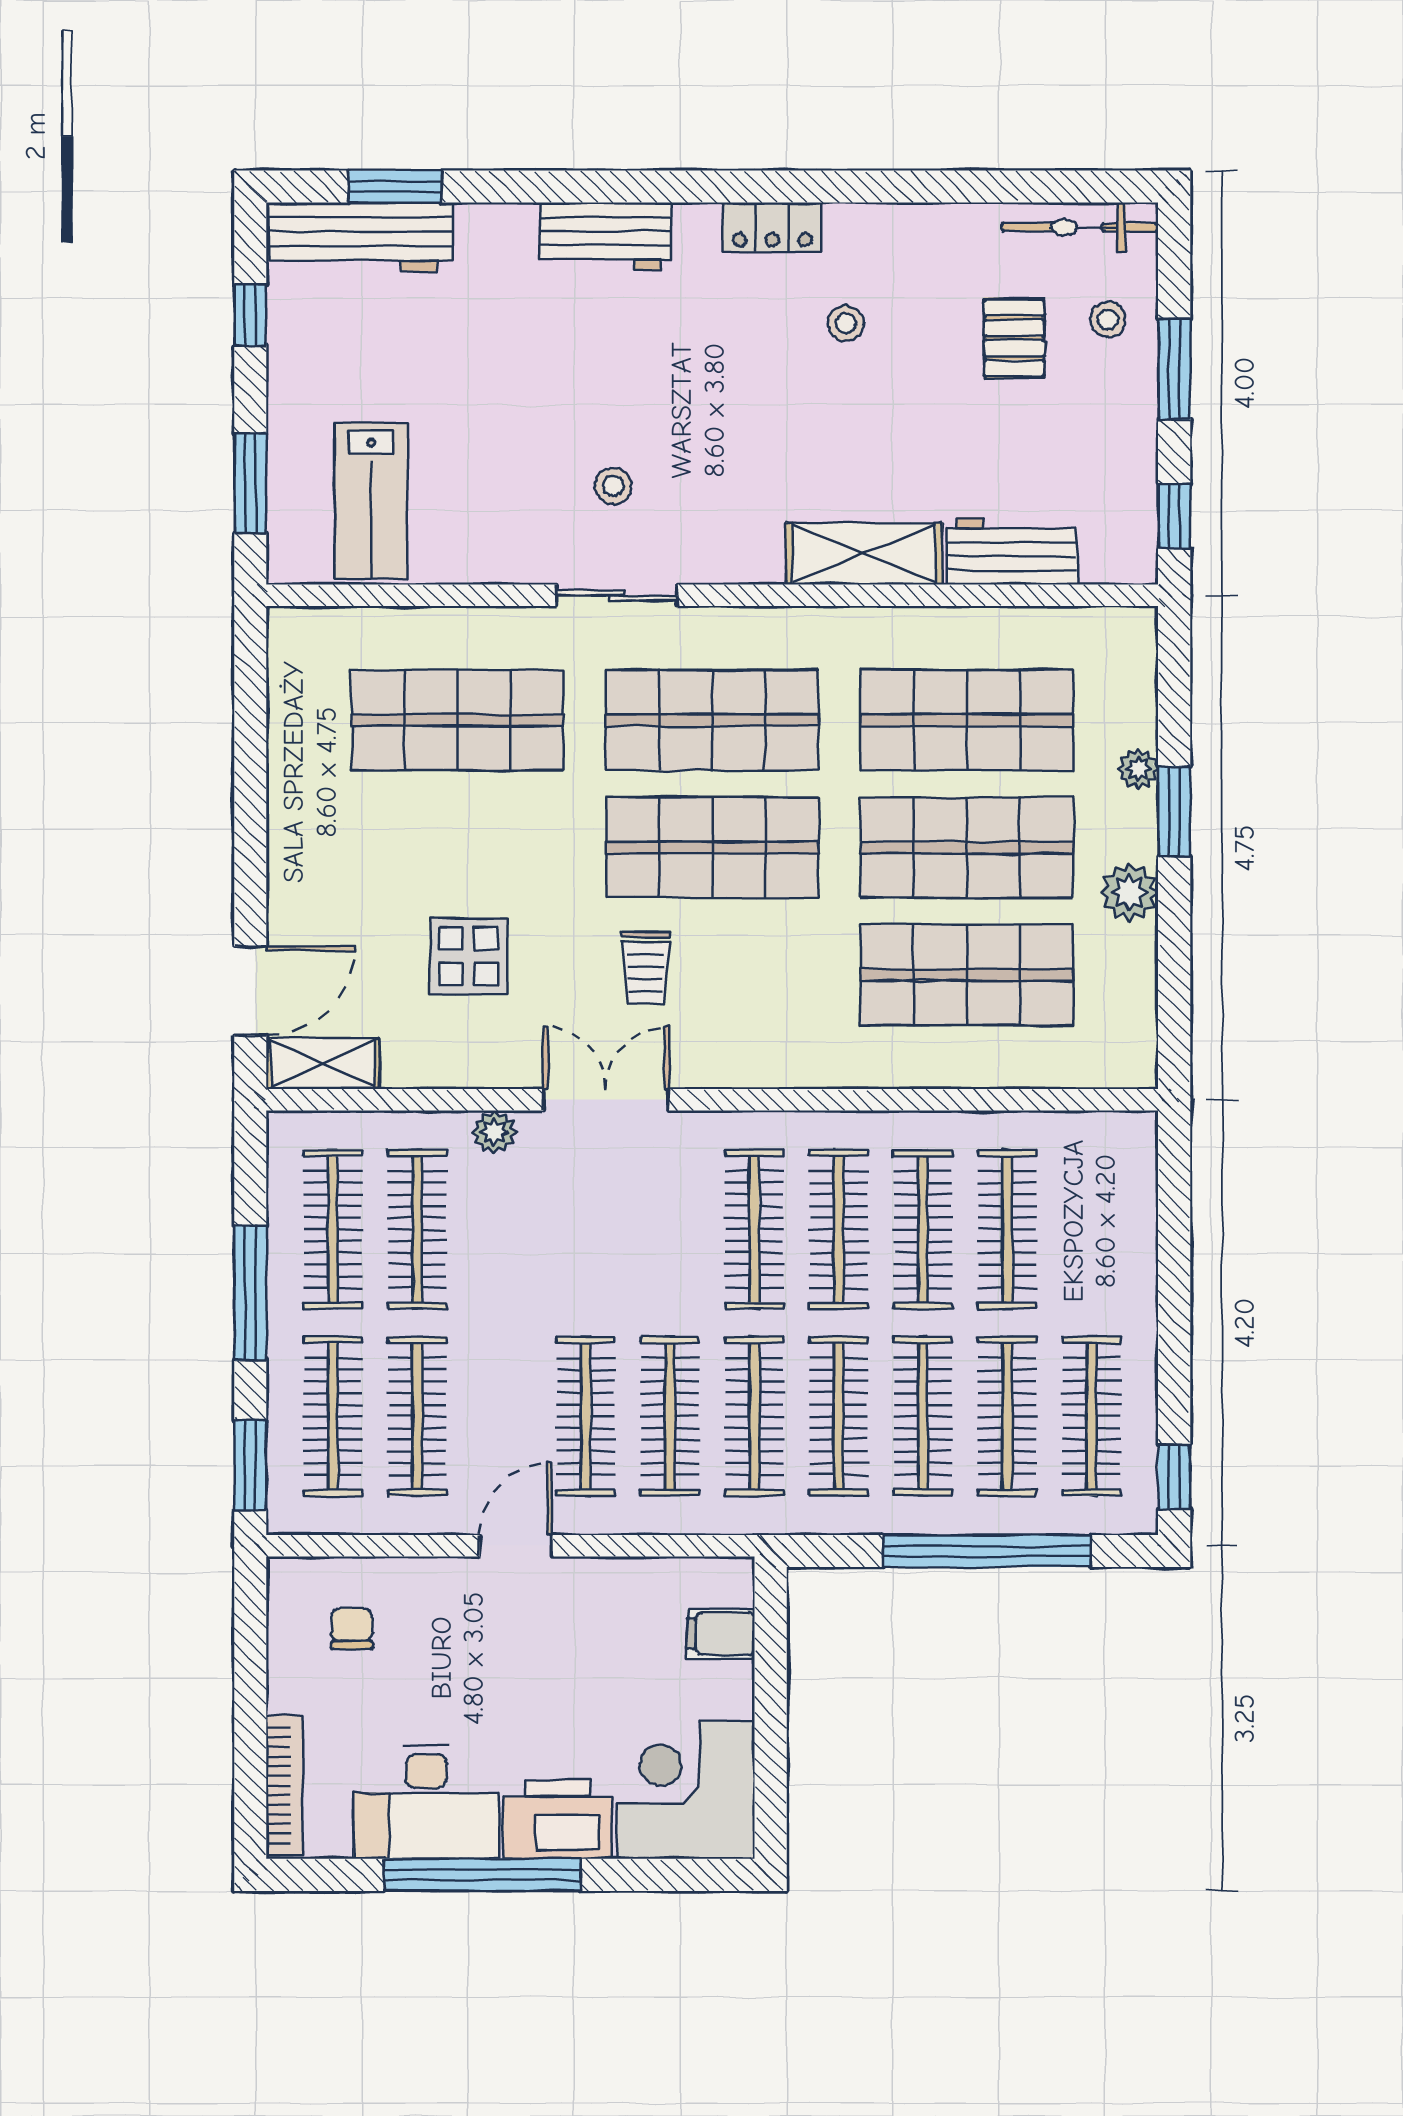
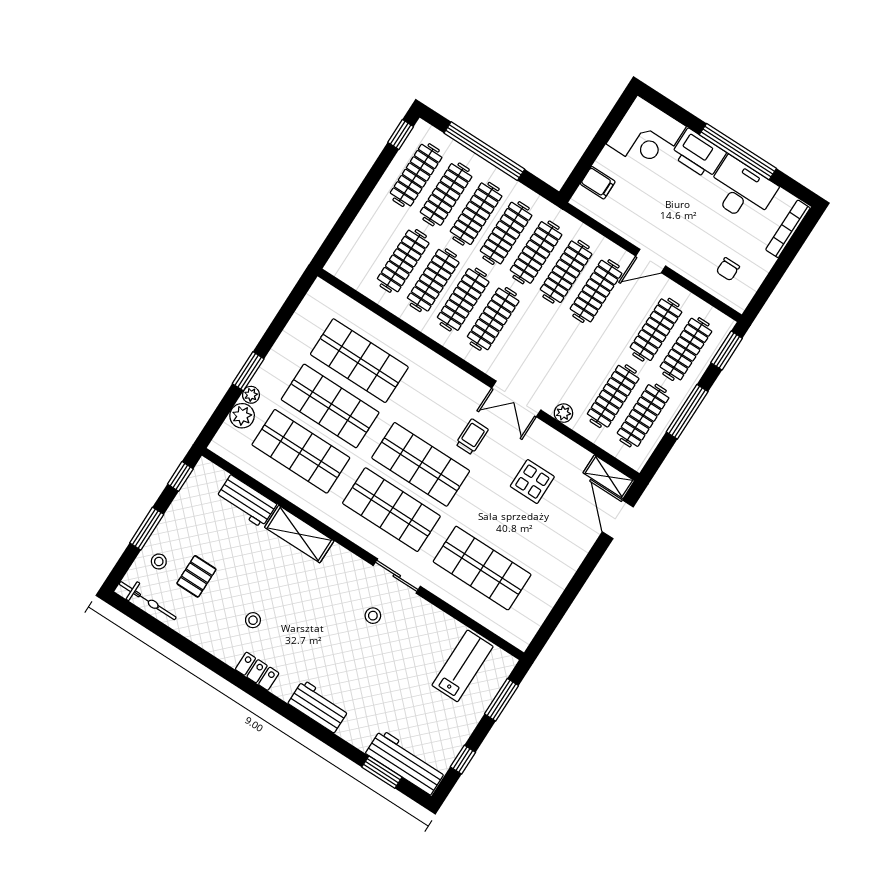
plant: (1129, 892) -> (242, 416), moved
door: (250, 991) -> (618, 519), hinge flipped

